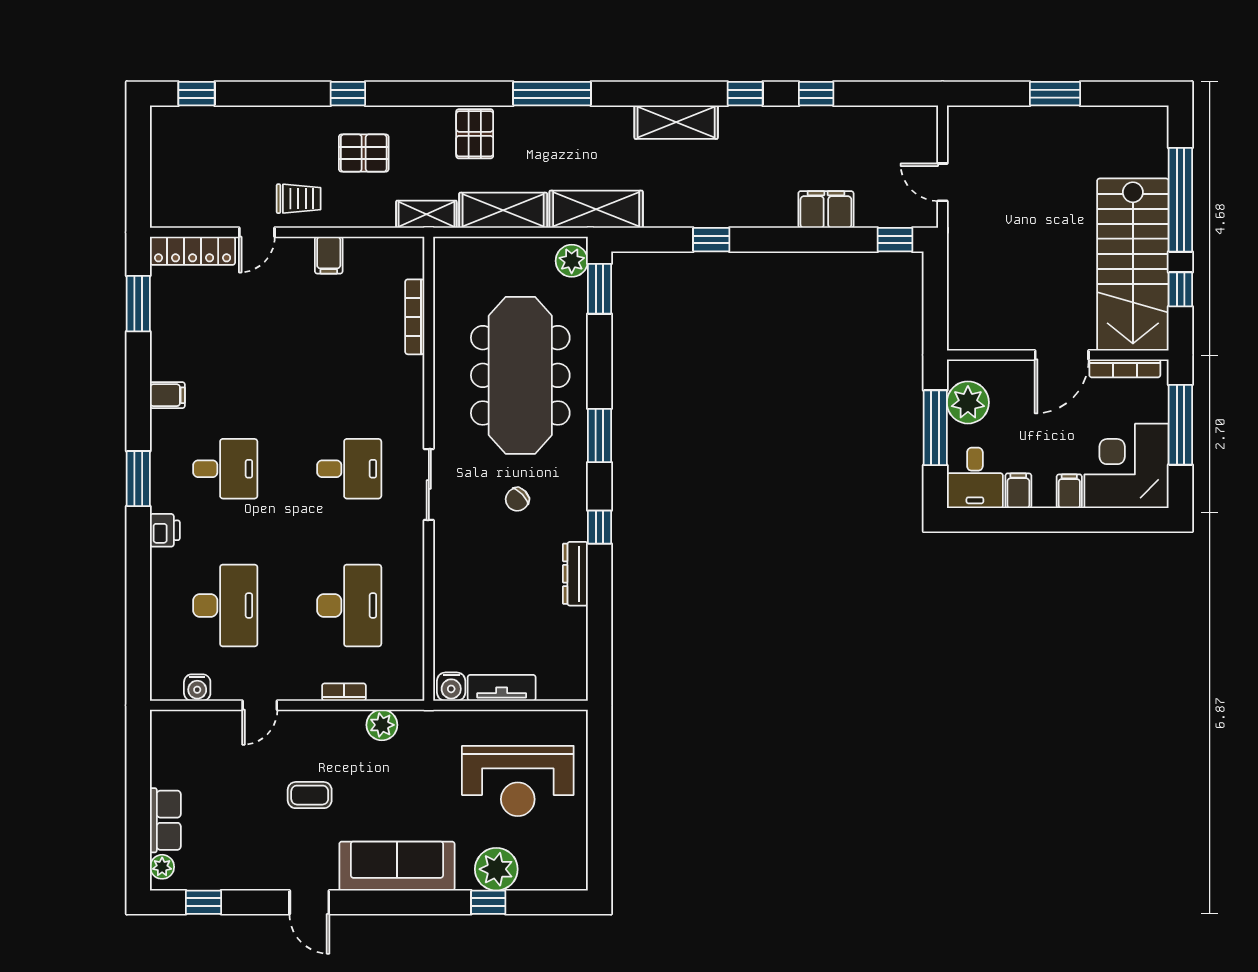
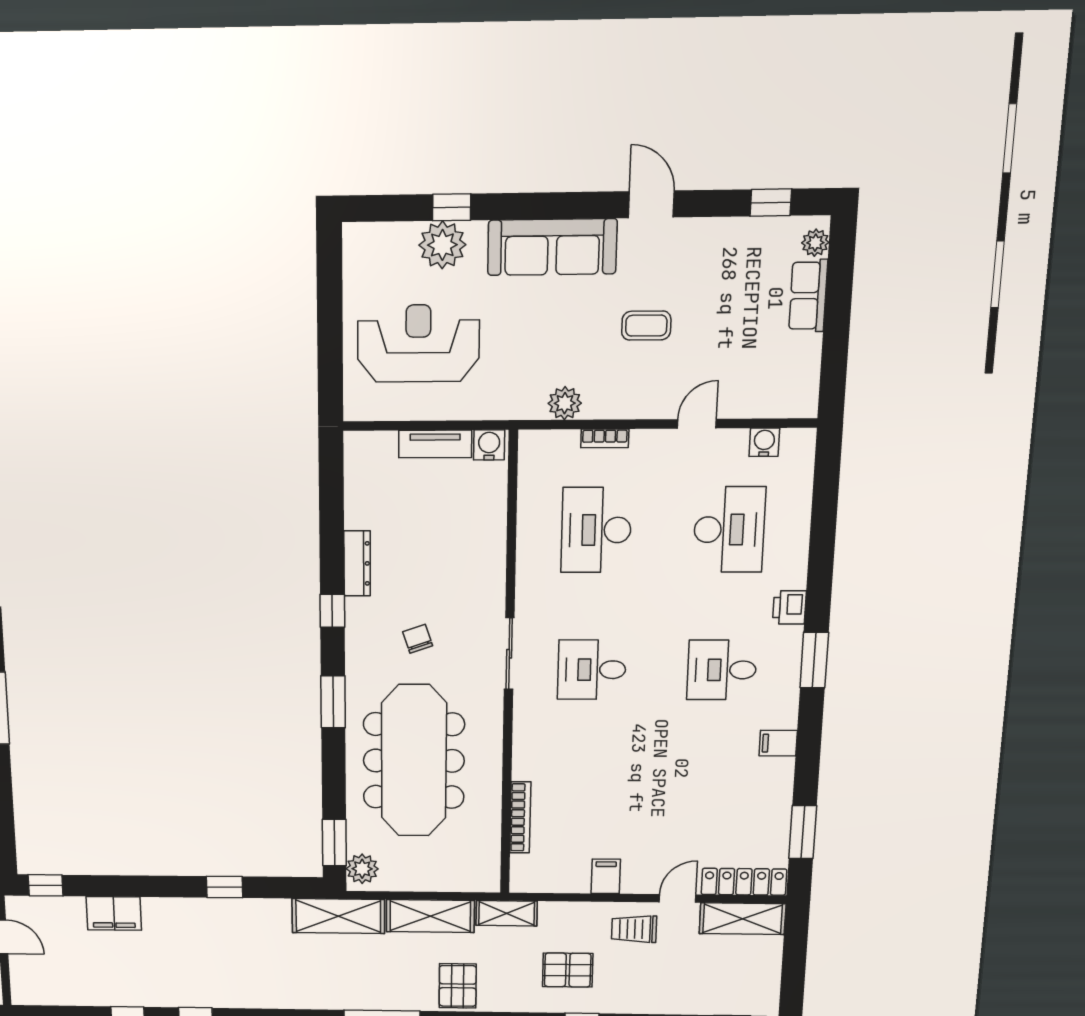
shelving: (676, 122) -> (743, 919), moved
chair: (517, 499) -> (418, 639), turned -65
desk: (225, 606) -> (729, 530), turned 180

